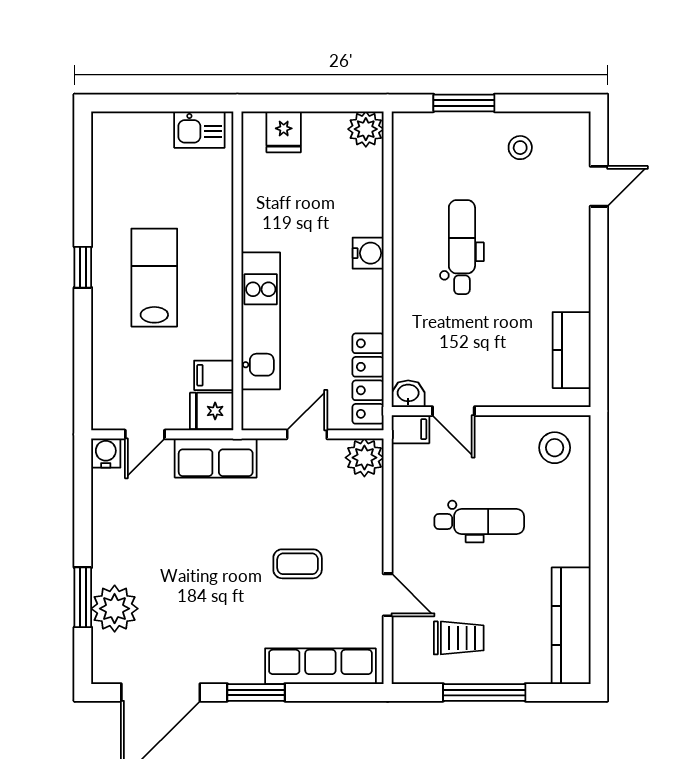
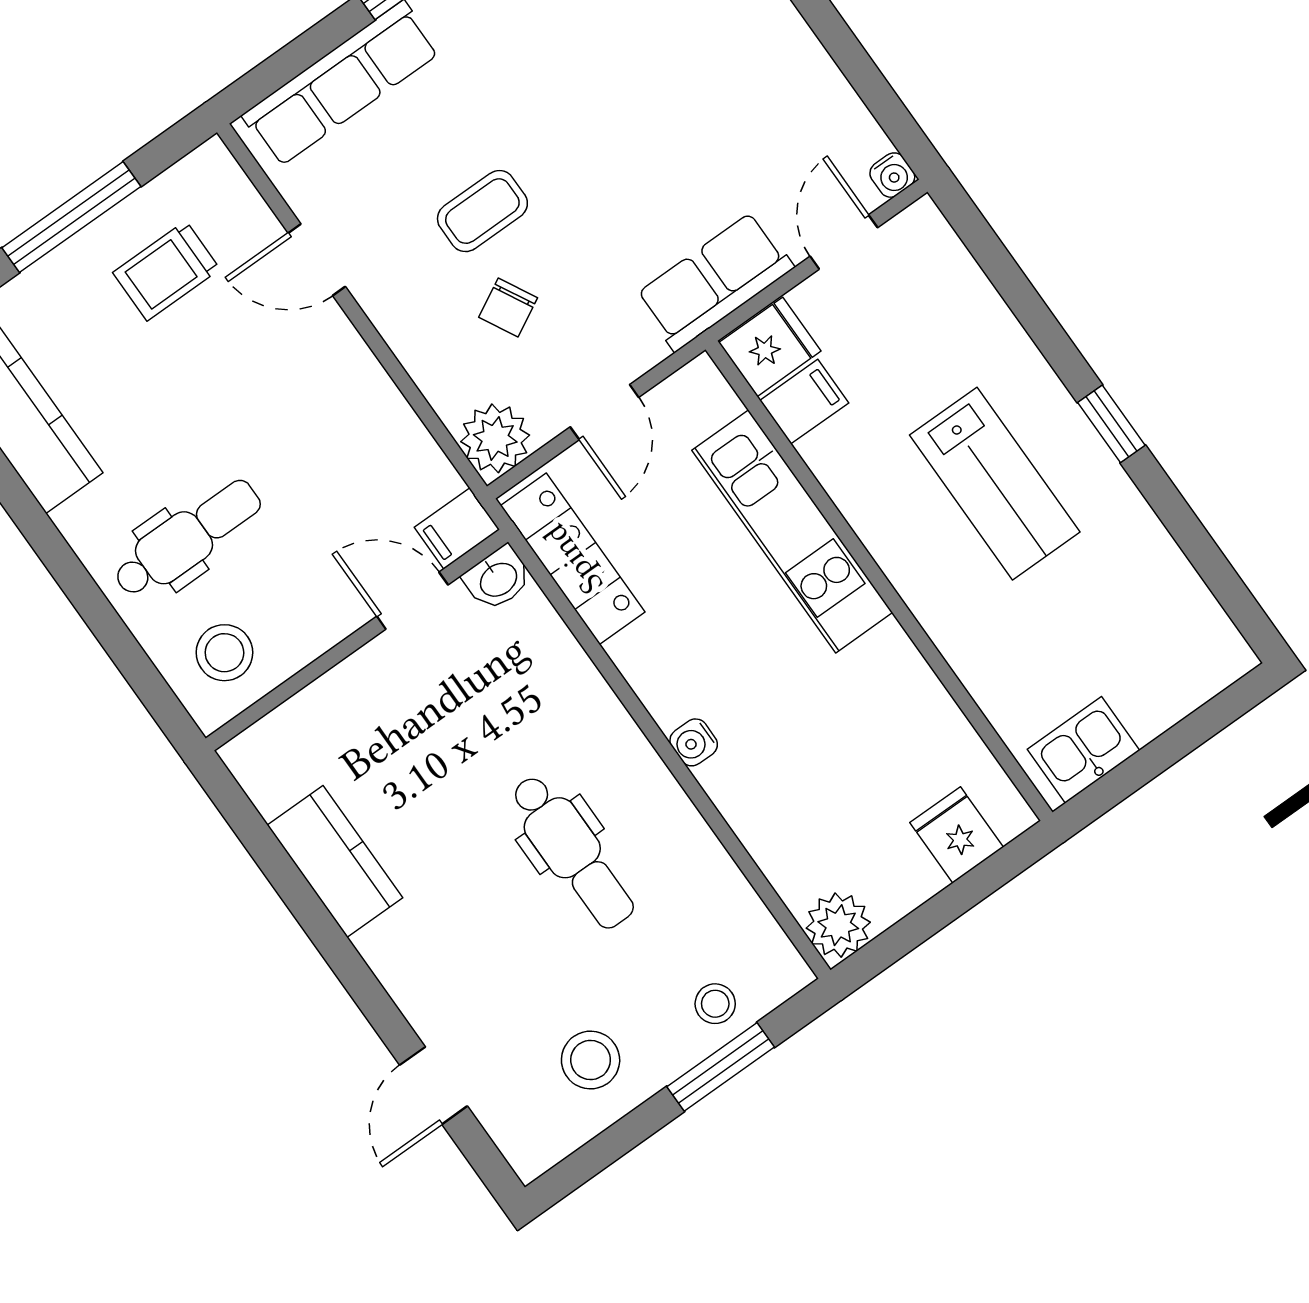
stool: (446, 133) -> (715, 1004), added
stool: (520, 148) -> (591, 1060), width x1.37, depth x1.37
water cooler: (368, 253) -> (694, 742), width x0.72, depth x0.72
kitchen counter: (572, 350) -> (335, 861), moved
water cooler: (106, 453) -> (892, 175), width x0.72, depth x0.72
chair: (317, 512) -> (508, 308), added
dental chair: (479, 521) -> (187, 538), moved, turned 180

